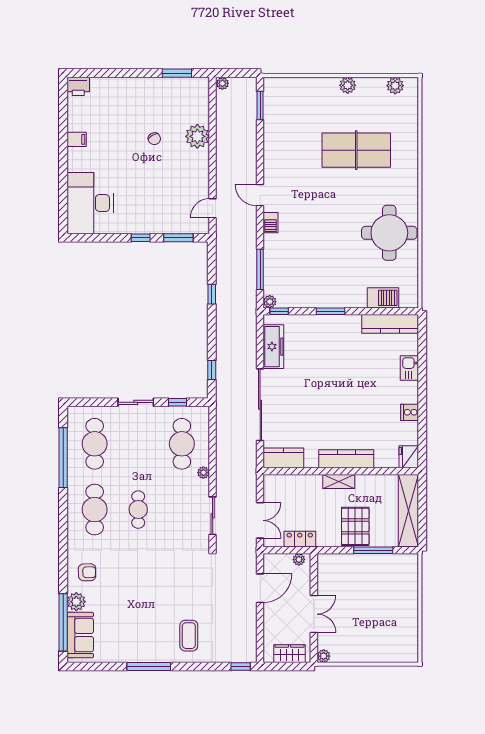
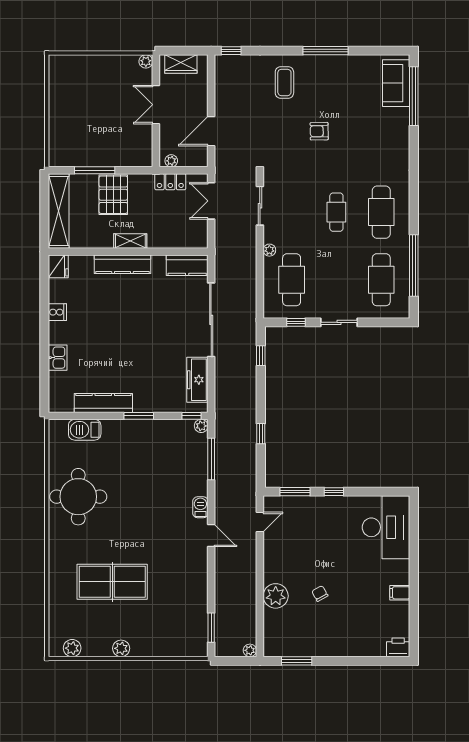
kitchen counter: (390, 324) -> (103, 403), moved
armchair: (87, 572) -> (319, 131), moved
plant: (76, 602) -> (400, 117), removed

